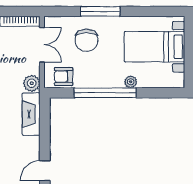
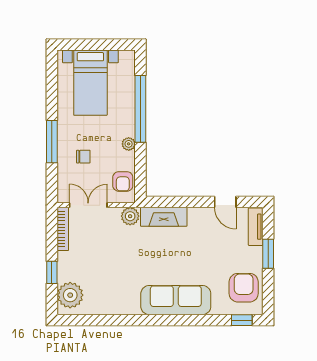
chair: (86, 40) -> (83, 157), width x0.54, depth x0.54
plant: (131, 82) -> (129, 144), moved
window: (105, 93) -> (140, 109), moved

